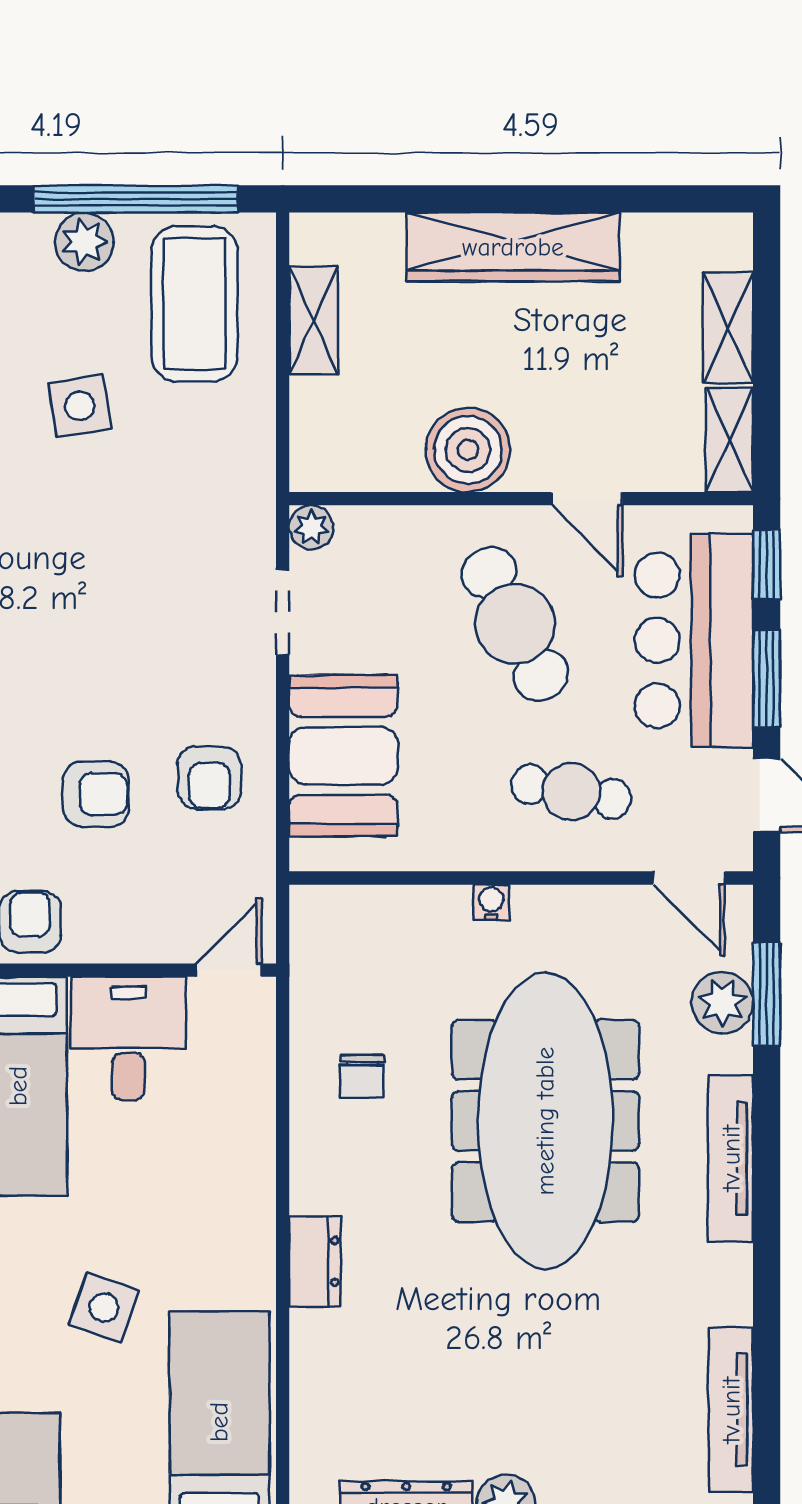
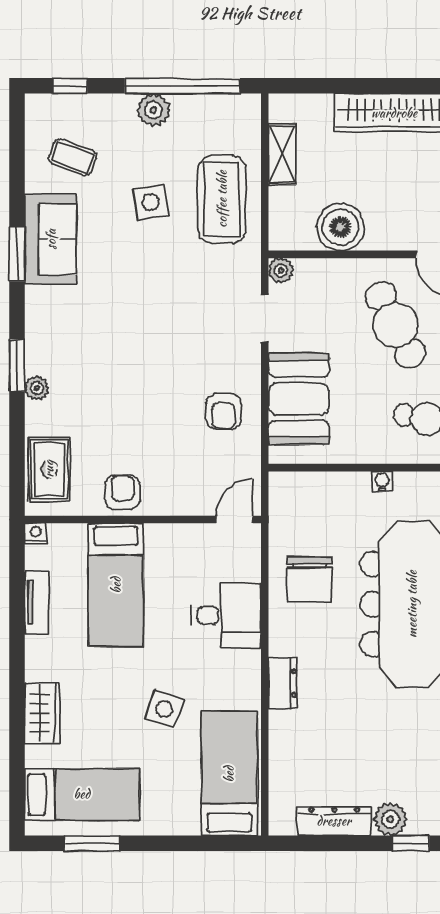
coffee table: (194, 304) -> (222, 199), moved
boiler: (468, 450) -> (340, 227), moved
armchair: (96, 794) -> (160, 420), removed
desk: (128, 1038) -> (226, 615), moved, turned 90
chair: (362, 1077) -> (309, 579), width x1.87, depth x1.87

